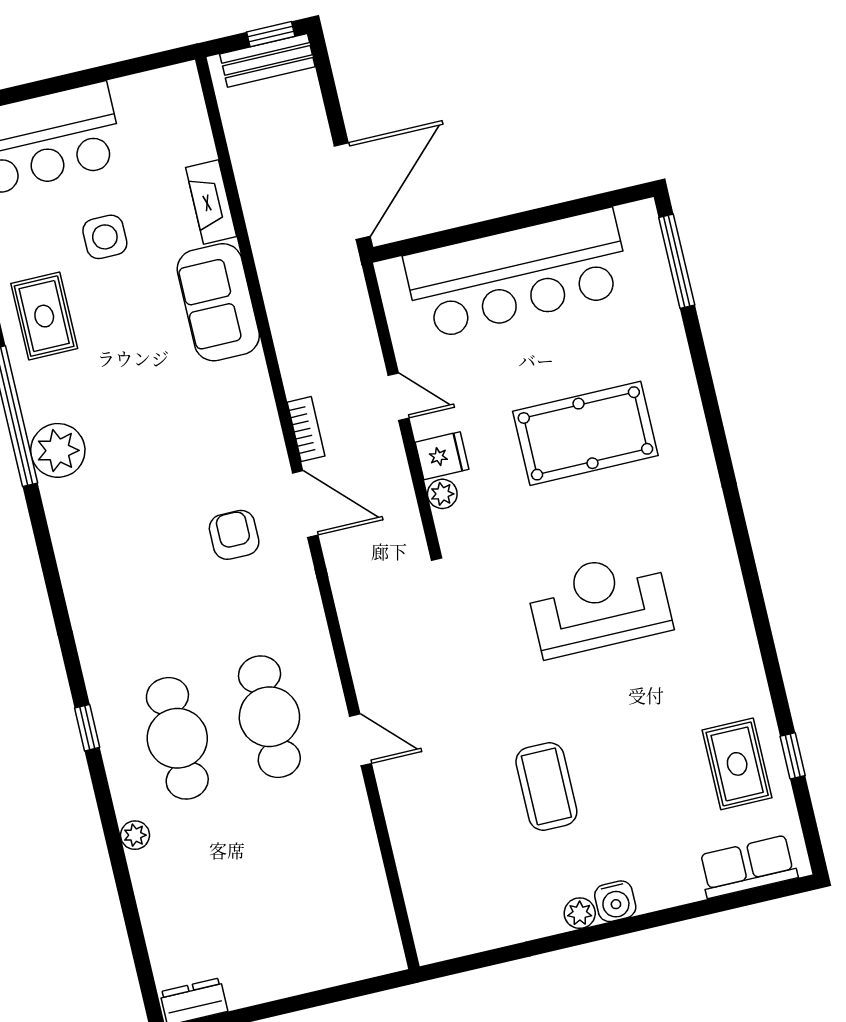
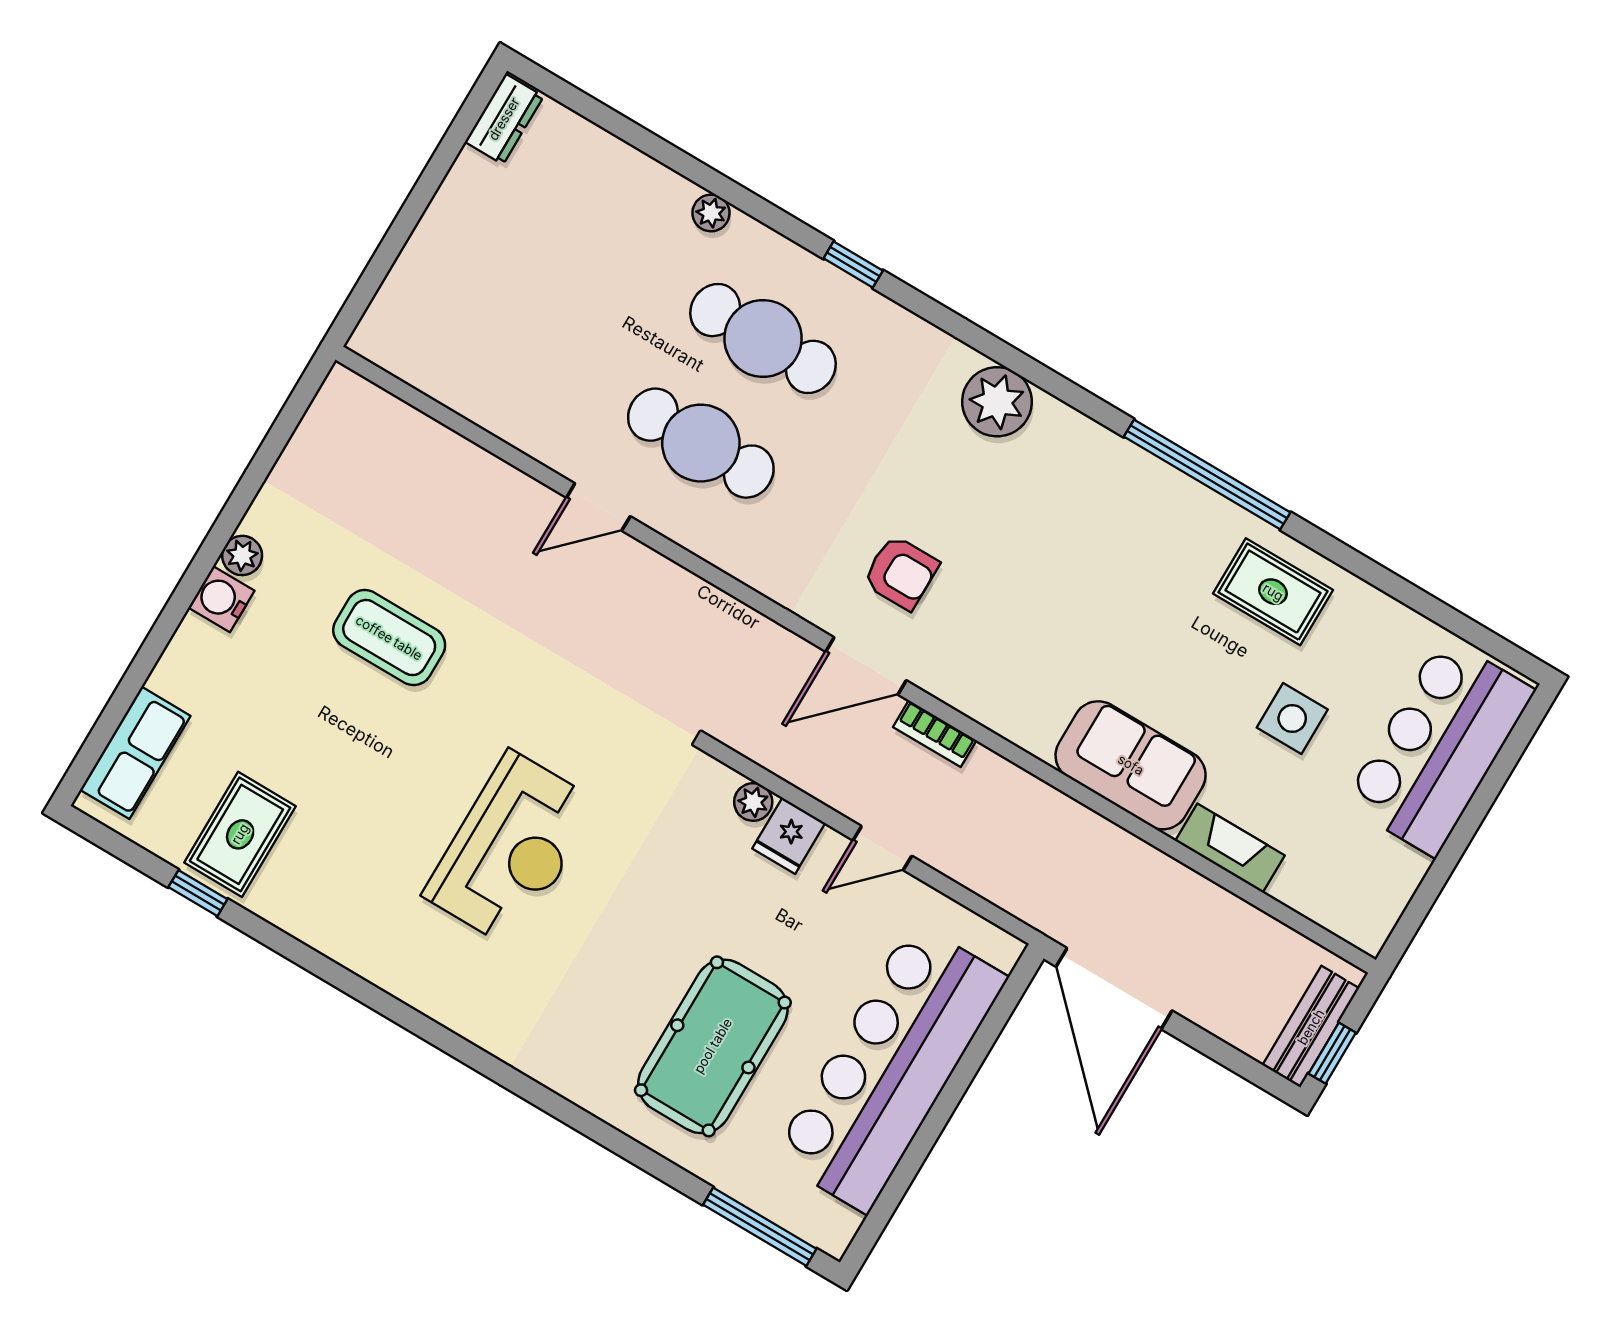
pool table: (585, 433) -> (713, 1046), moved
plant: (58, 450) -> (997, 402), moved
rug: (737, 764) -> (240, 834), turned 90

